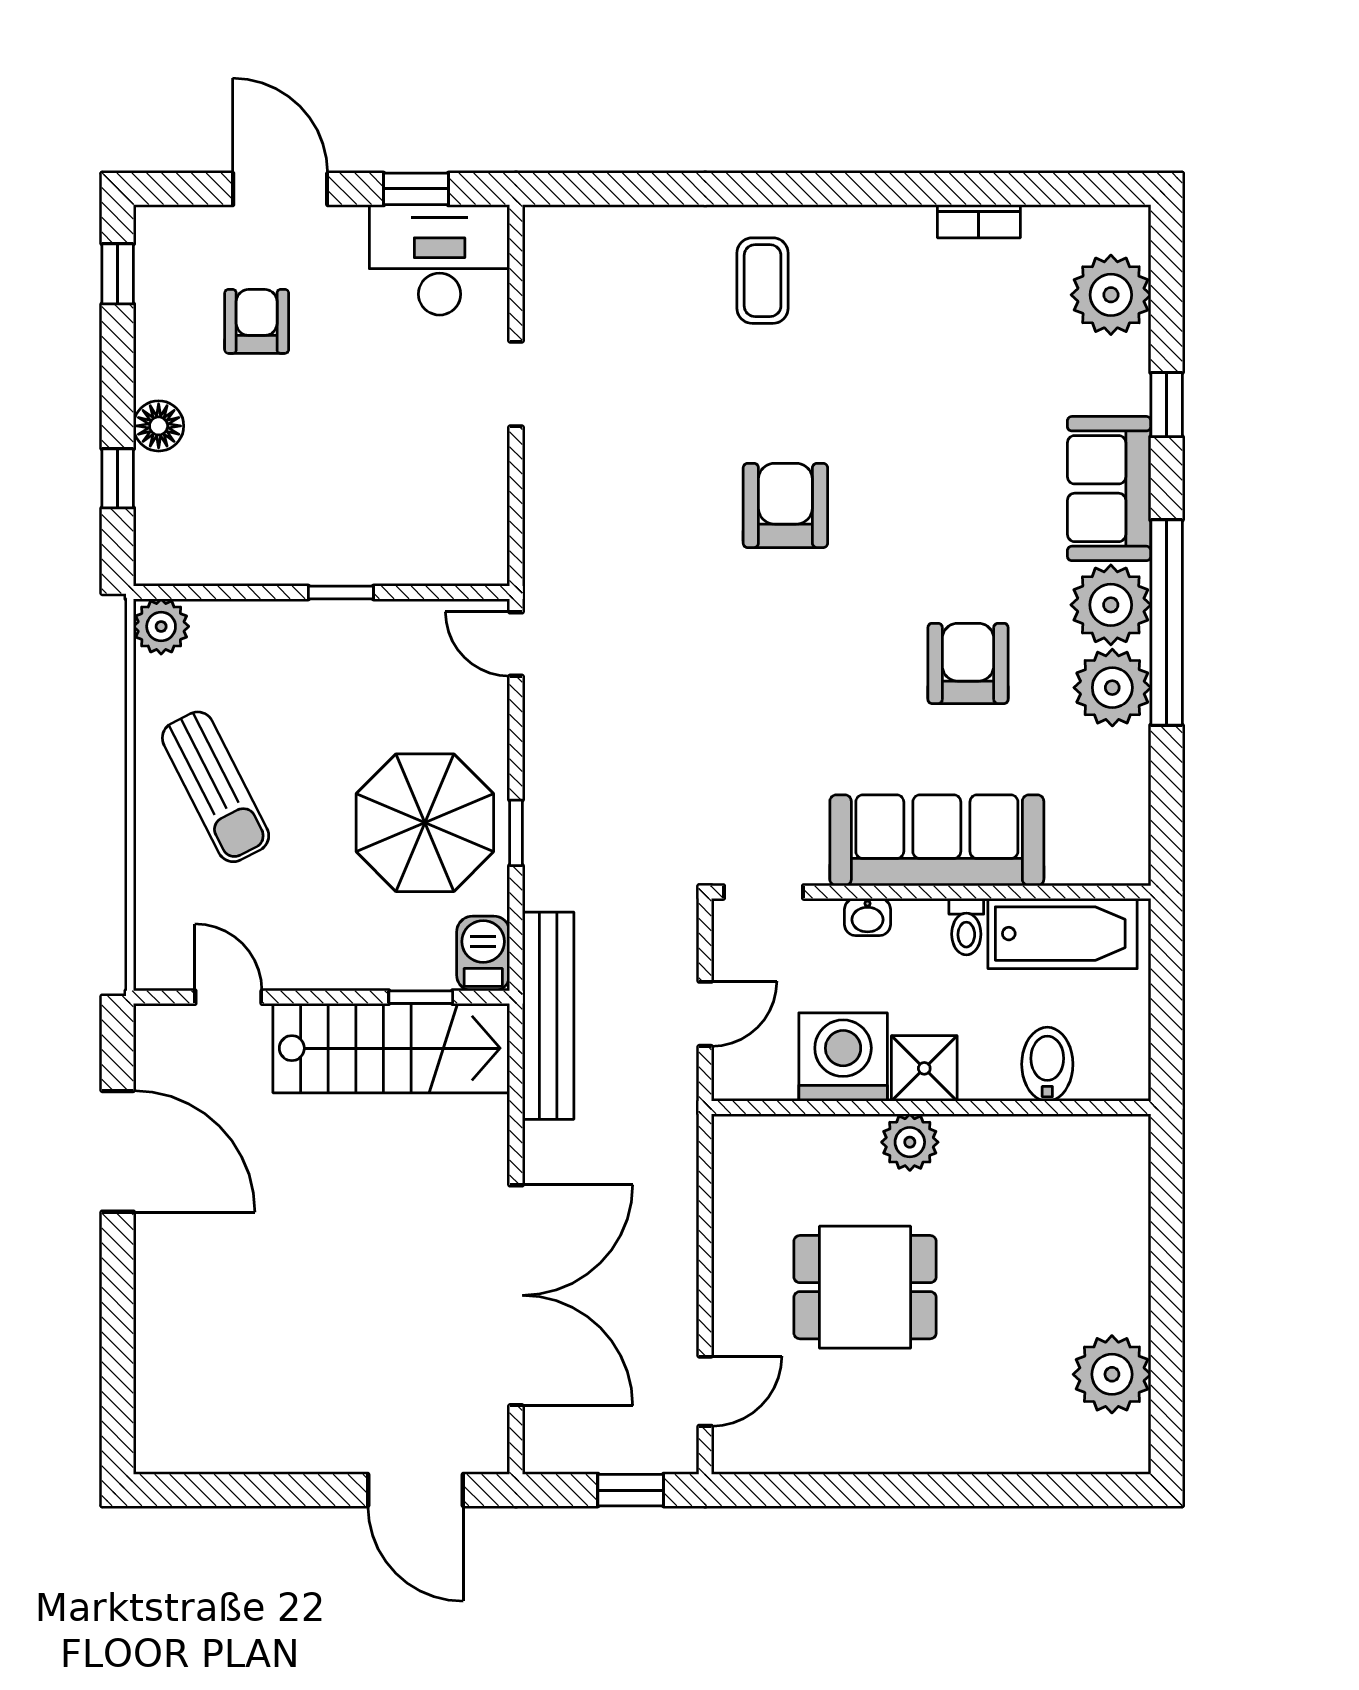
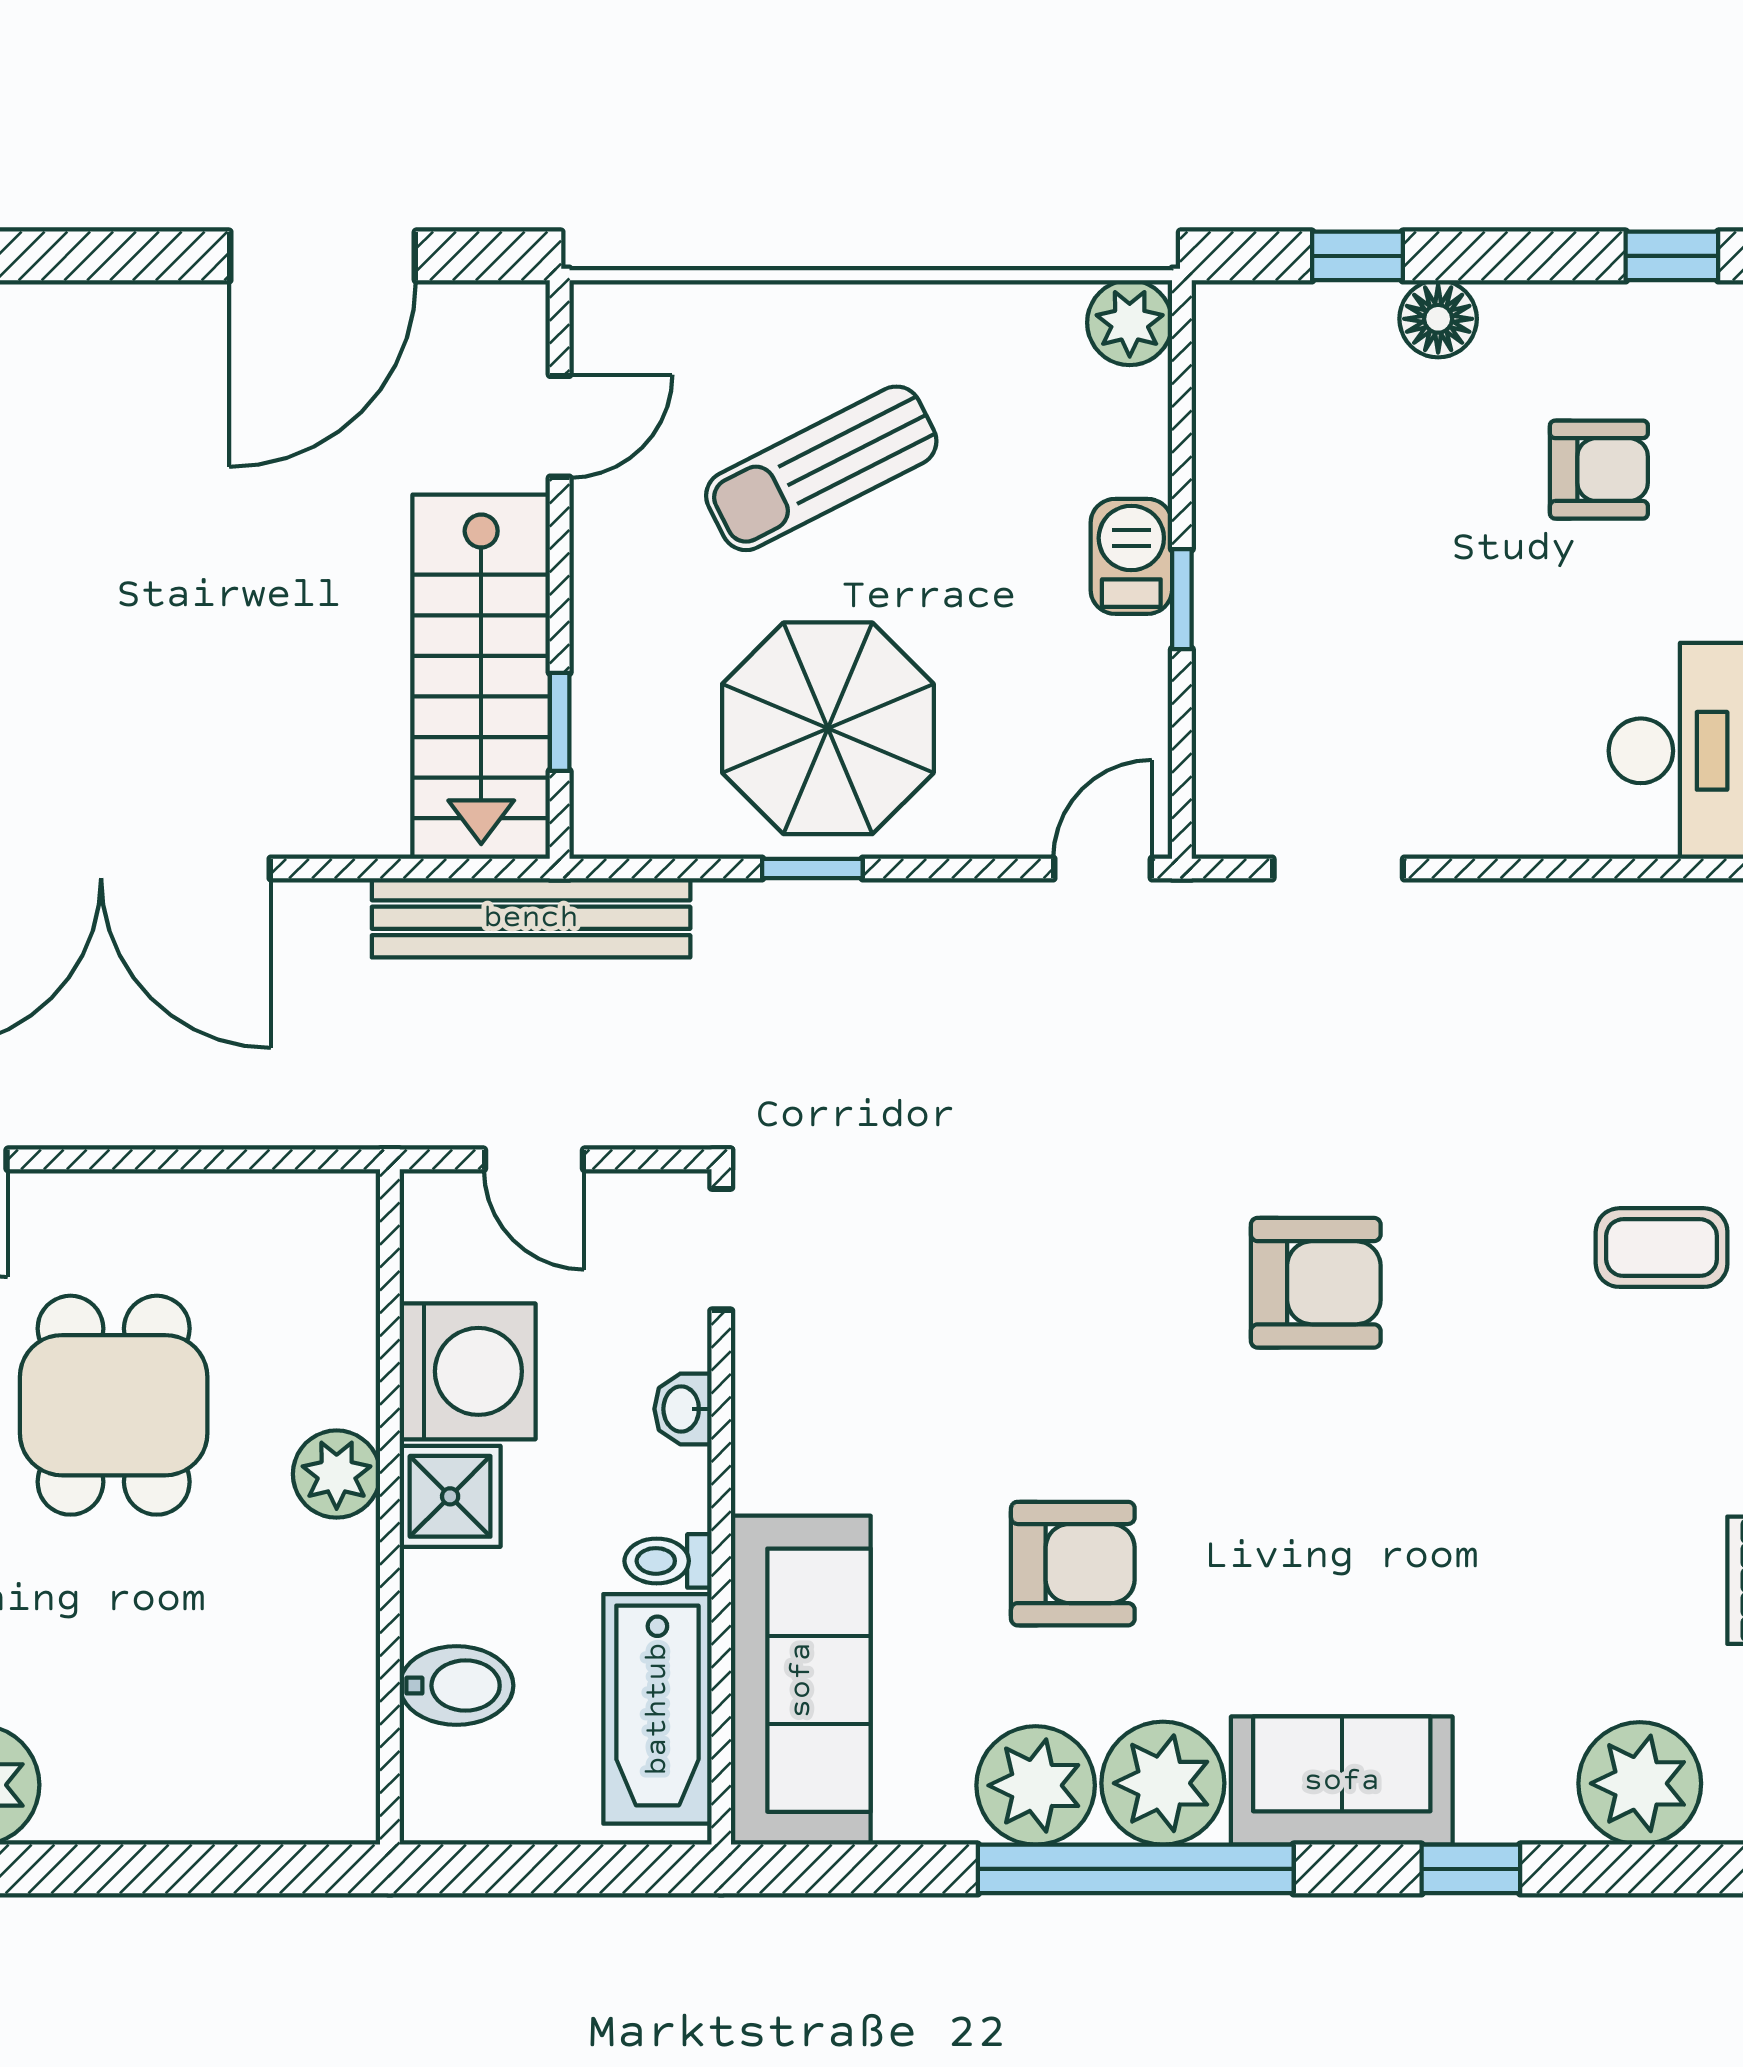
doorway: (516, 384) -> (1338, 868), moved
sun lounger: (216, 787) -> (821, 468), moved
sofa: (937, 840) -> (801, 1680), moved
barbecue: (483, 953) -> (1131, 556), moved, turned -90

